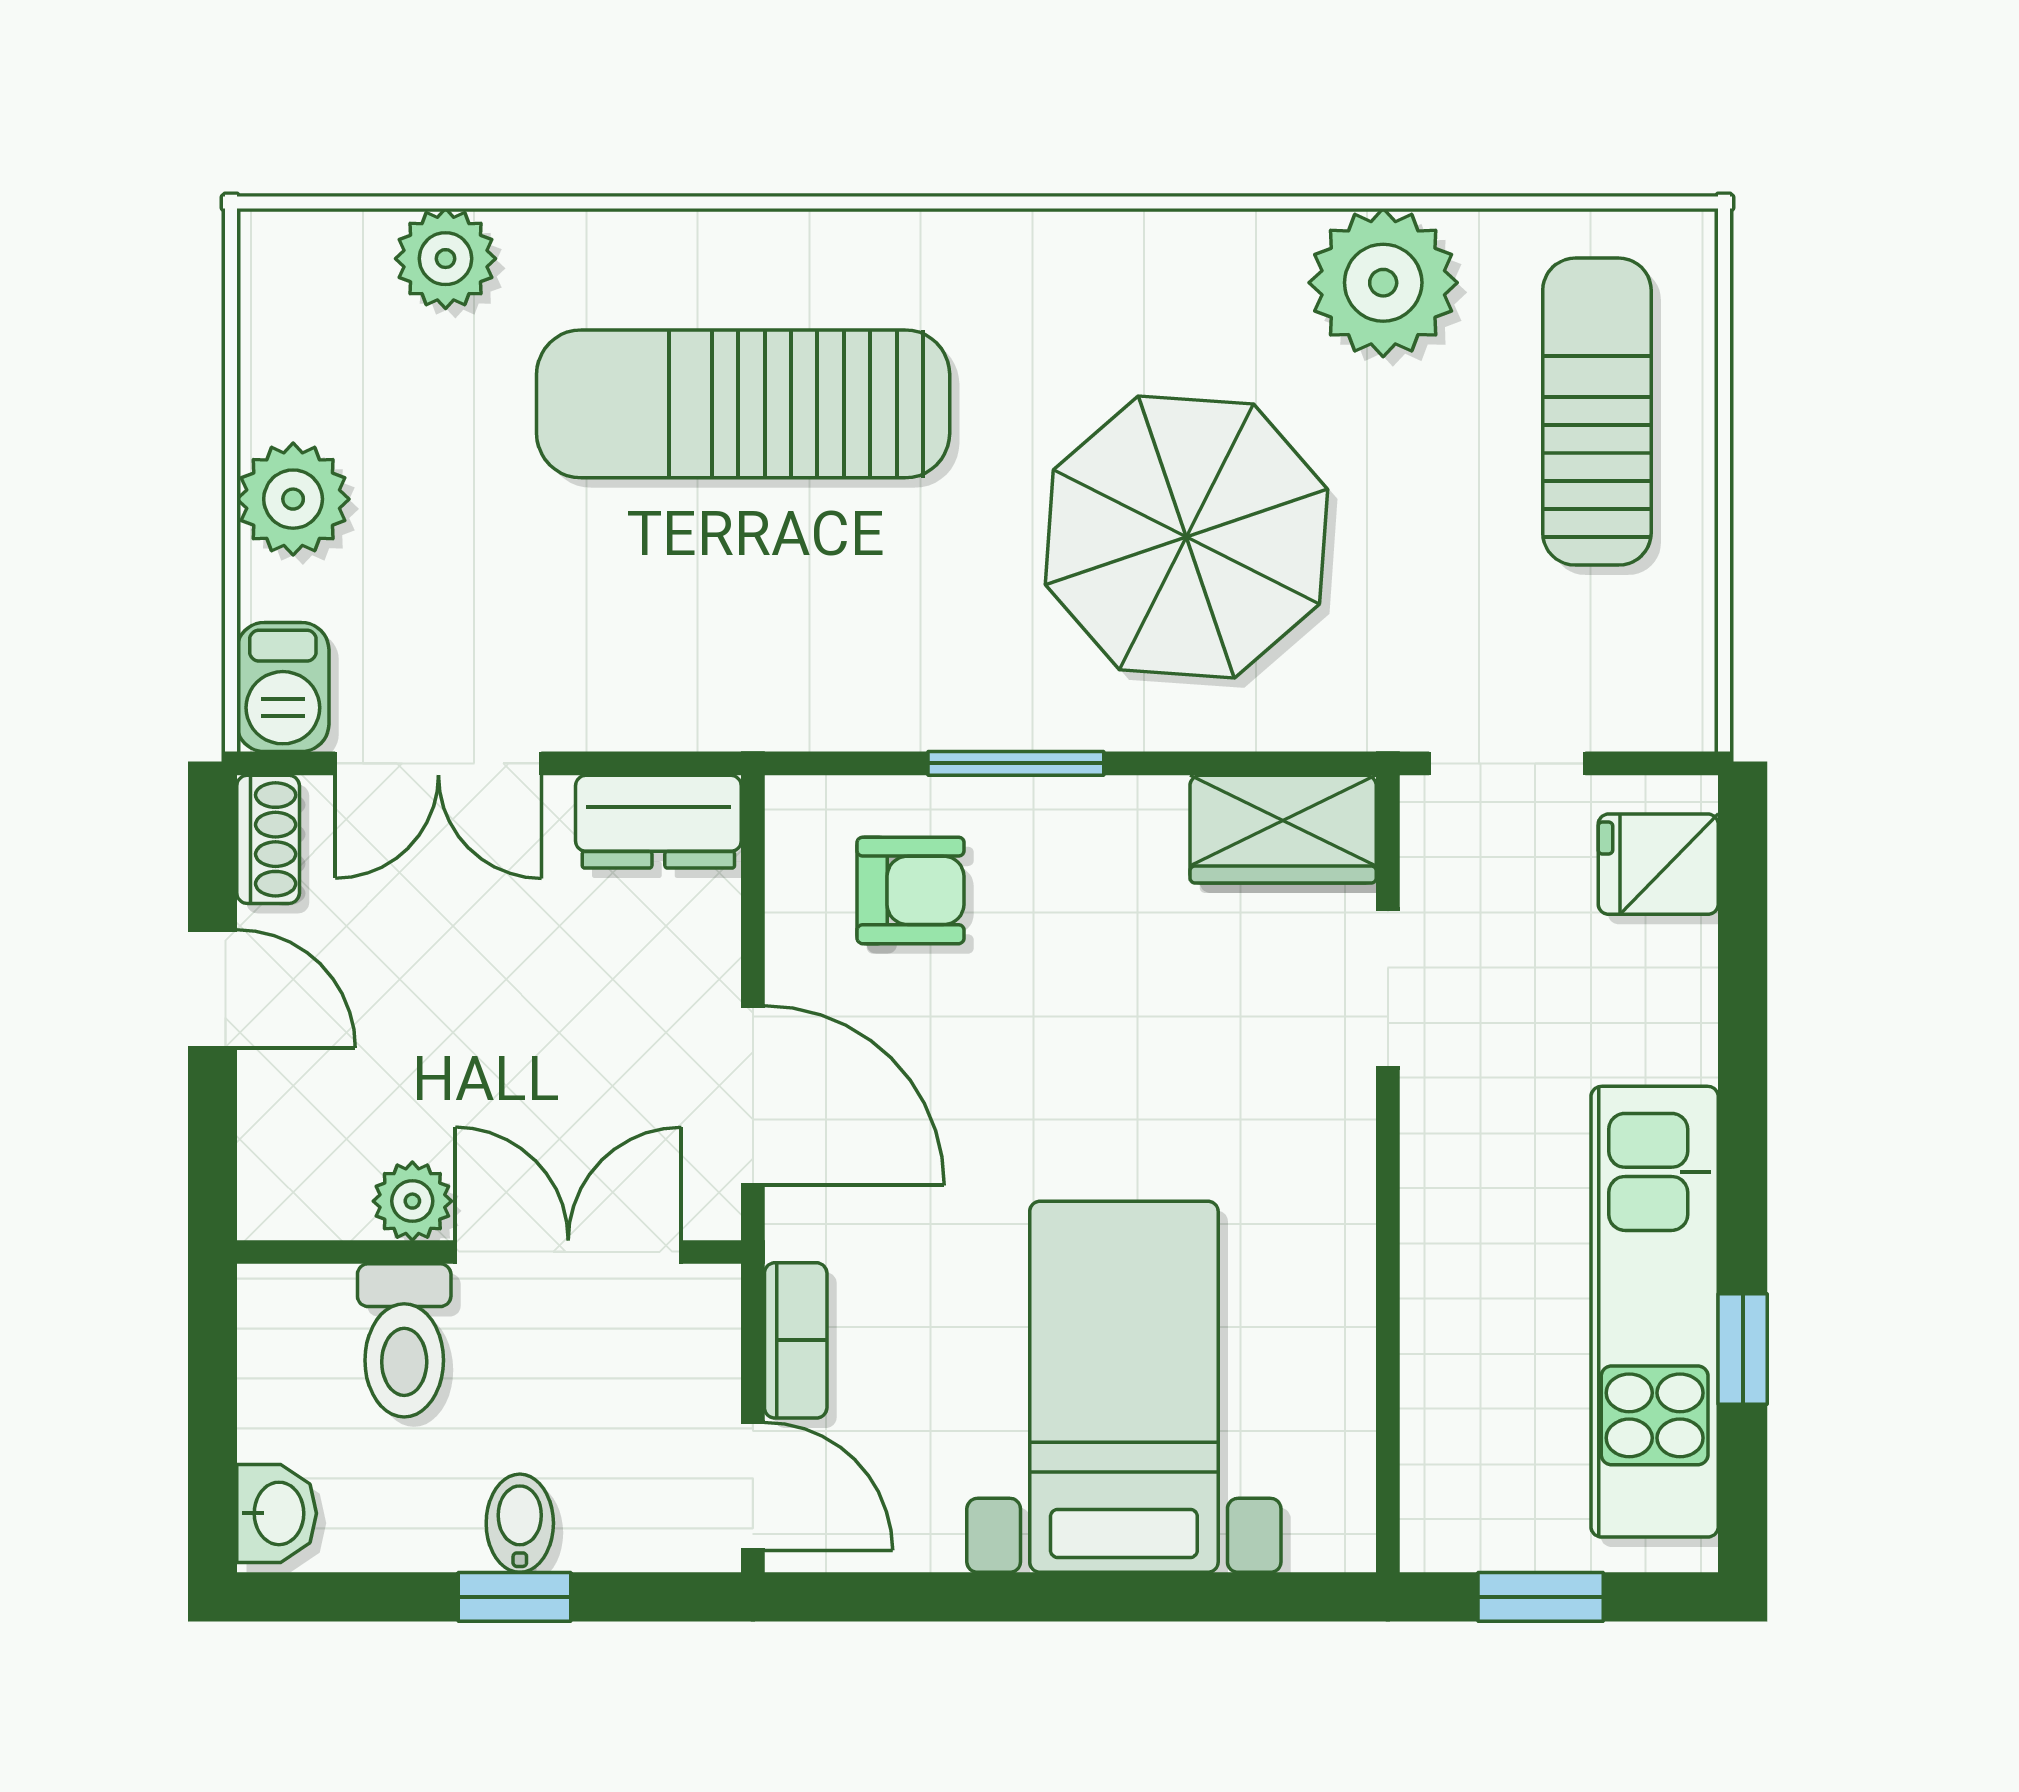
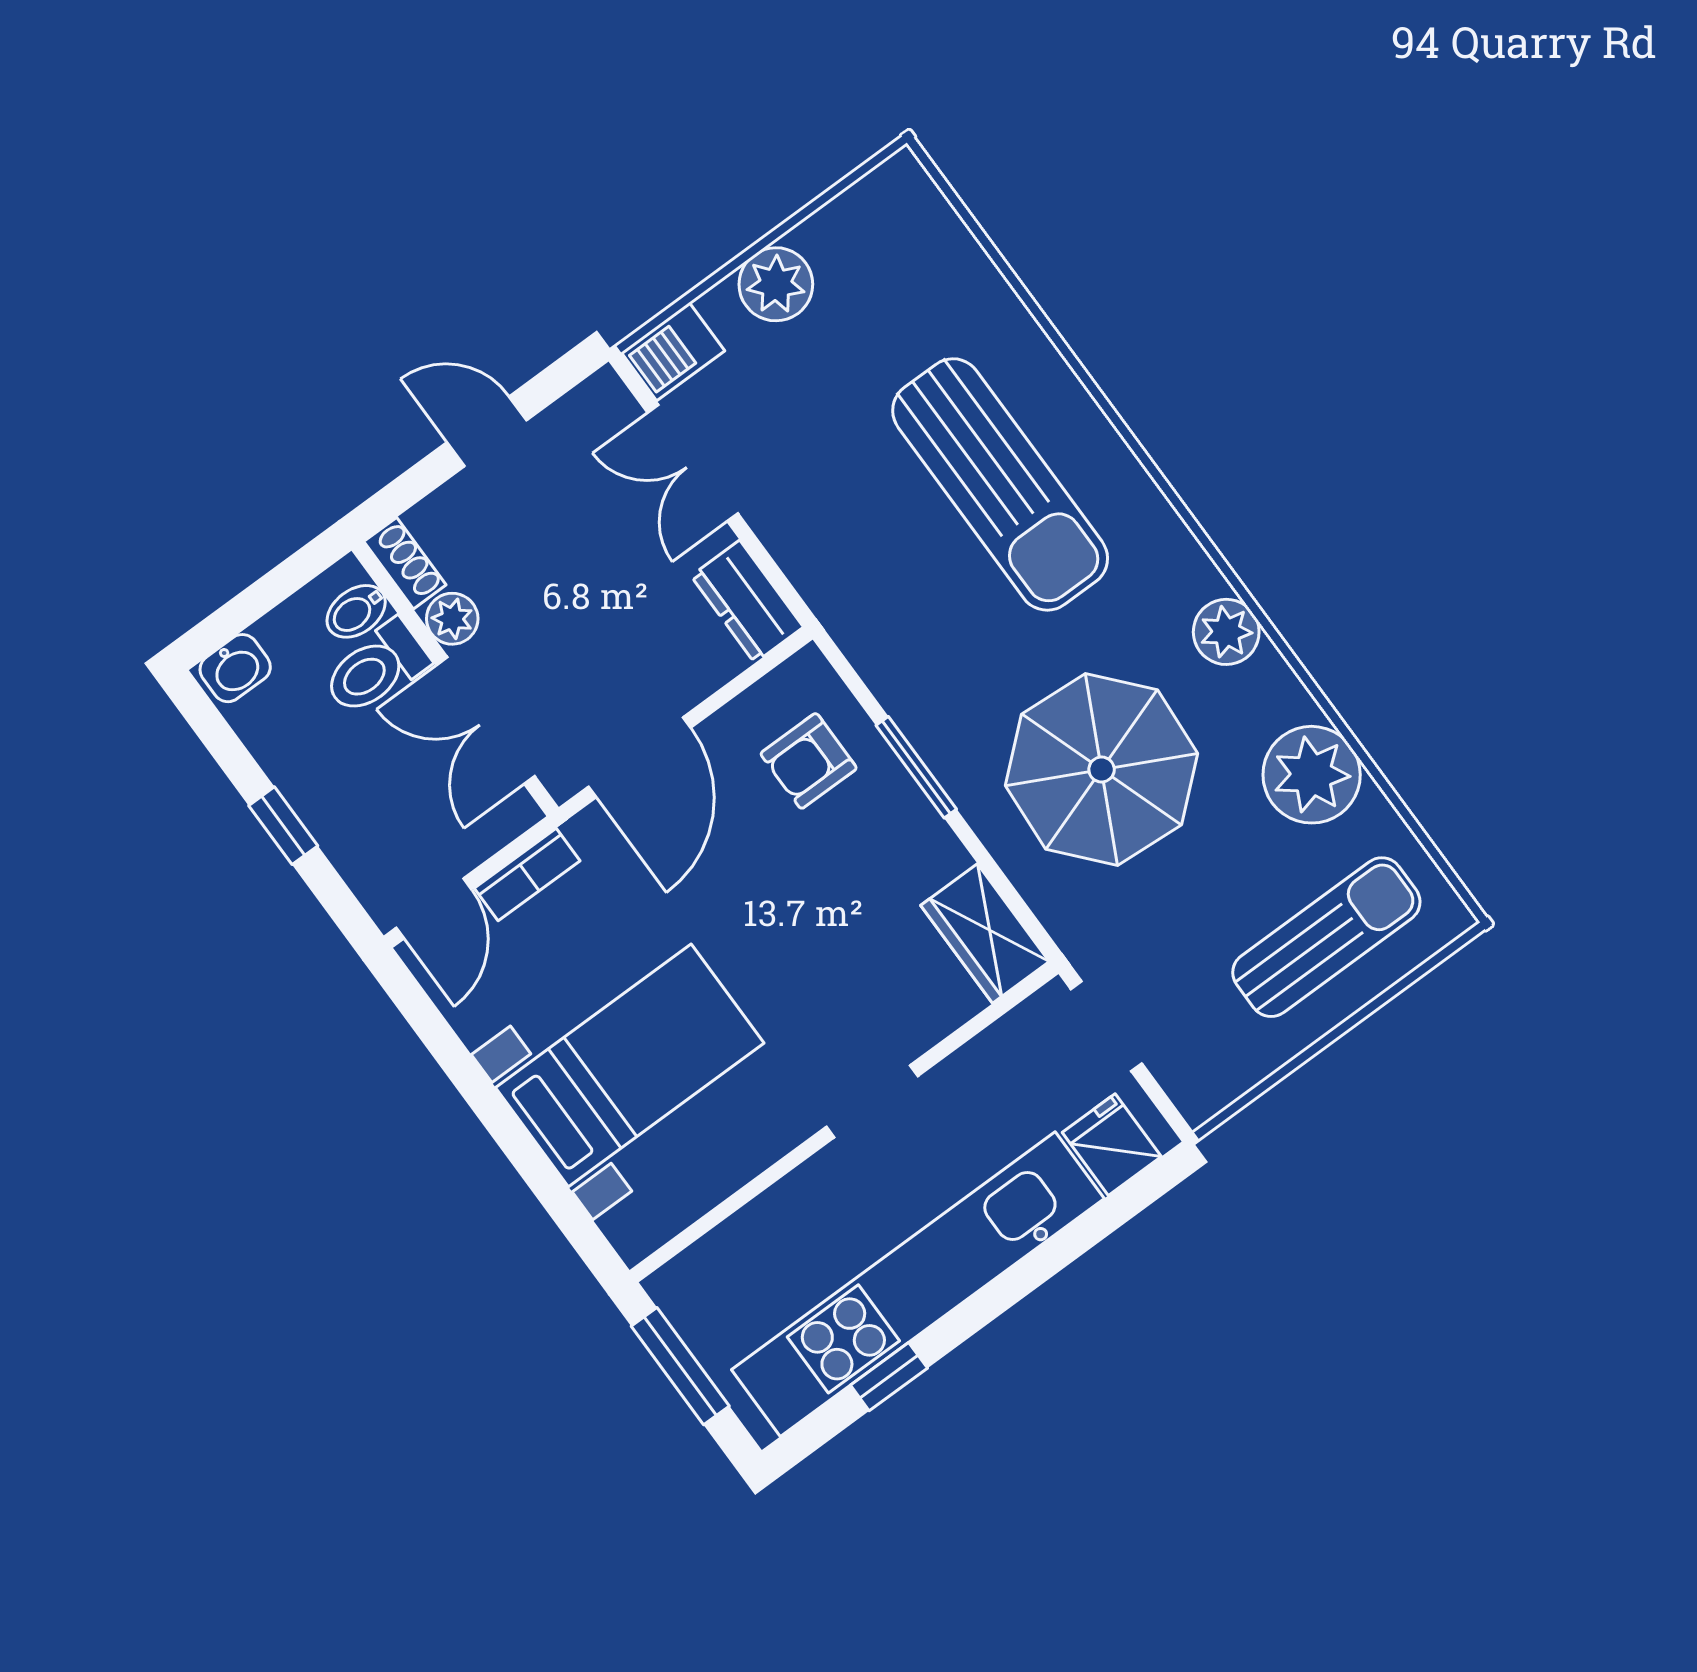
plant: (446, 259) -> (1226, 632), moved
sun lounger: (743, 404) -> (1000, 484), turned 180
shoe rack: (268, 839) -> (405, 563), moved, turned -90
armchair: (911, 890) -> (809, 761), turned 90
doorway: (1388, 988) -> (872, 1101), moved
door: (212, 989) -> (487, 431), swing flipped
double door: (568, 1252) -> (486, 721), swing flipped
kitchen unit: (1655, 1312) -> (918, 1284), width x1.36
bidet: (520, 1523) -> (356, 611), moved, turned 180
window: (1541, 1597) -> (680, 1366), width x1.50

